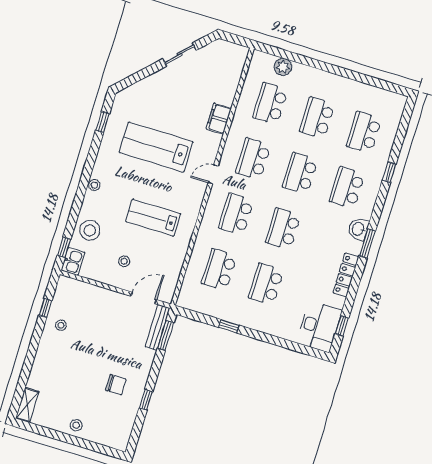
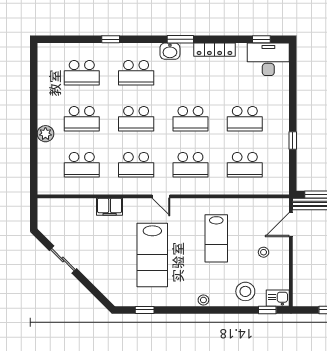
plant: (283, 67) -> (45, 134), moved
door: (144, 298) -> (291, 225), hinge flipped

